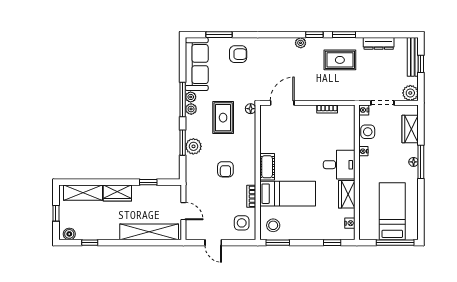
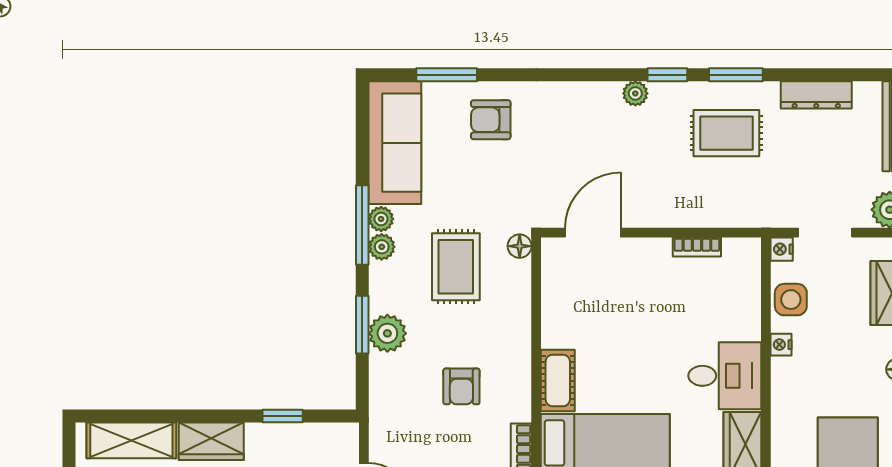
armchair: (238, 54) -> (491, 120), turned 180

